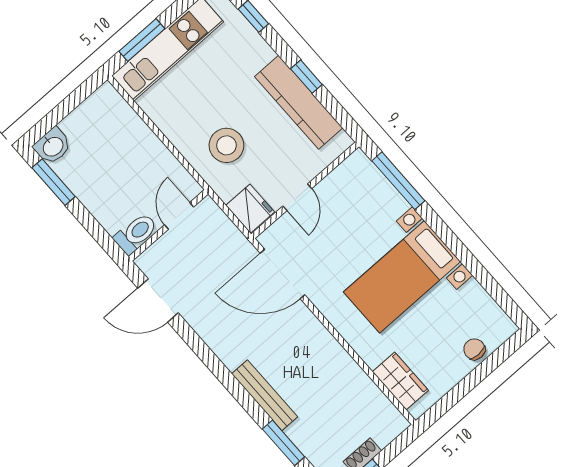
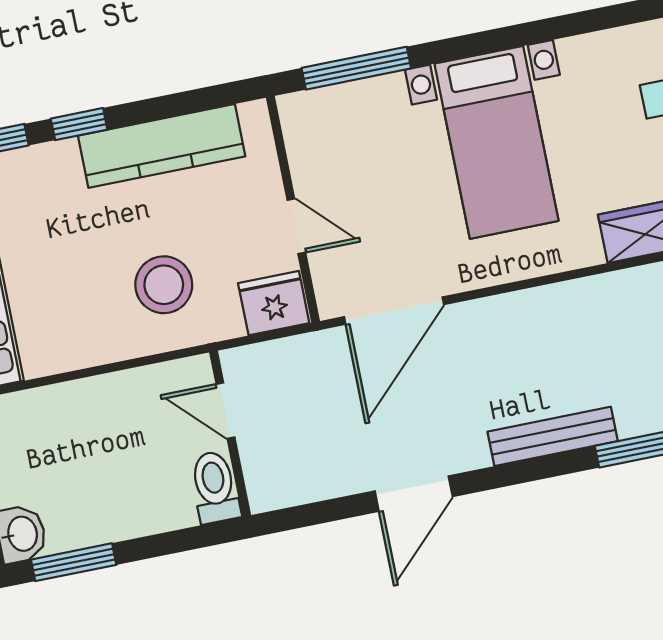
window: (306, 77) -> (79, 124), moved
door: (158, 300) -> (414, 494), moved

